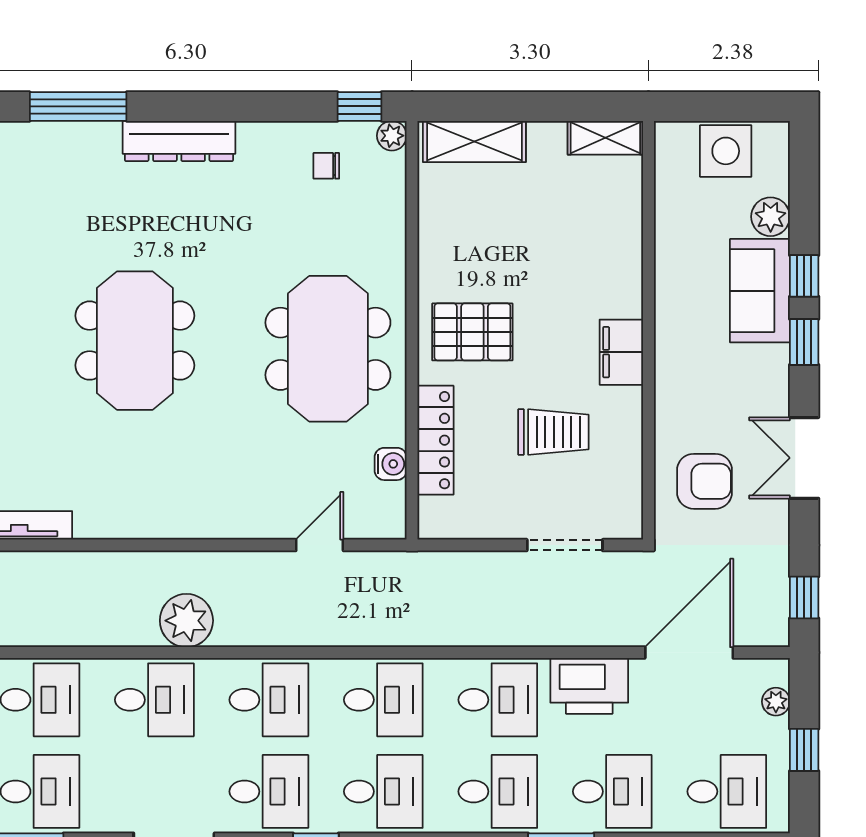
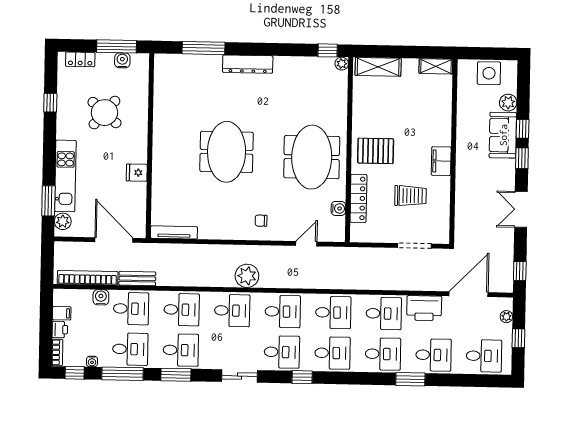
chair: (326, 166) -> (261, 221), moved
armchair: (705, 481) -> (477, 219), removed

